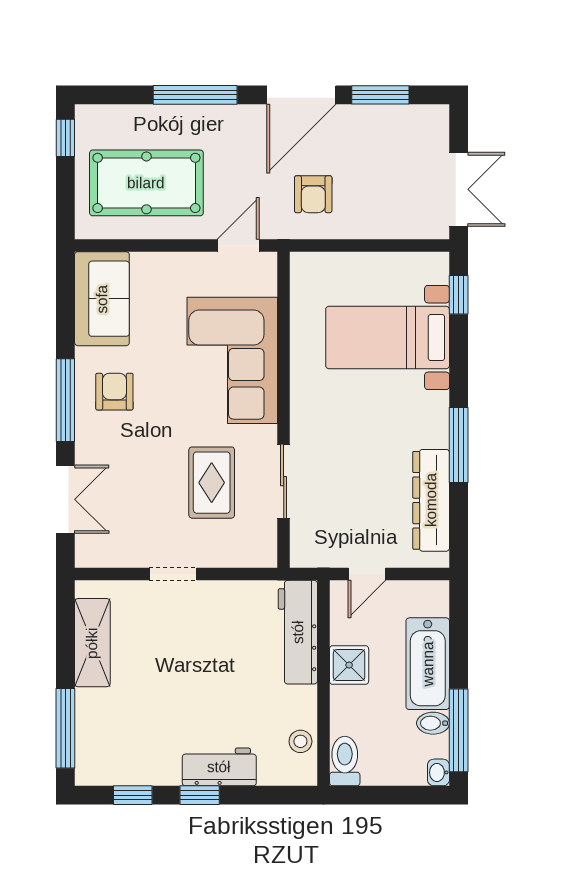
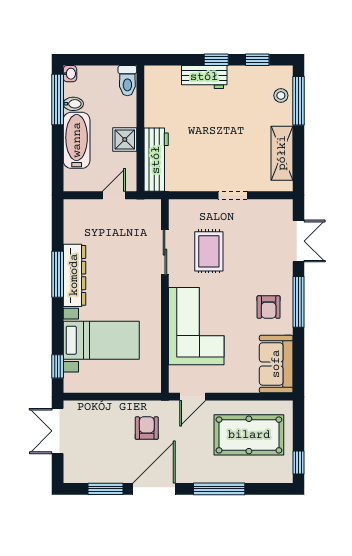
double door: (65, 499) -> (299, 241), swing flipped
dresser: (431, 500) -> (74, 275), moved
stool: (300, 741) -> (281, 95), moved

